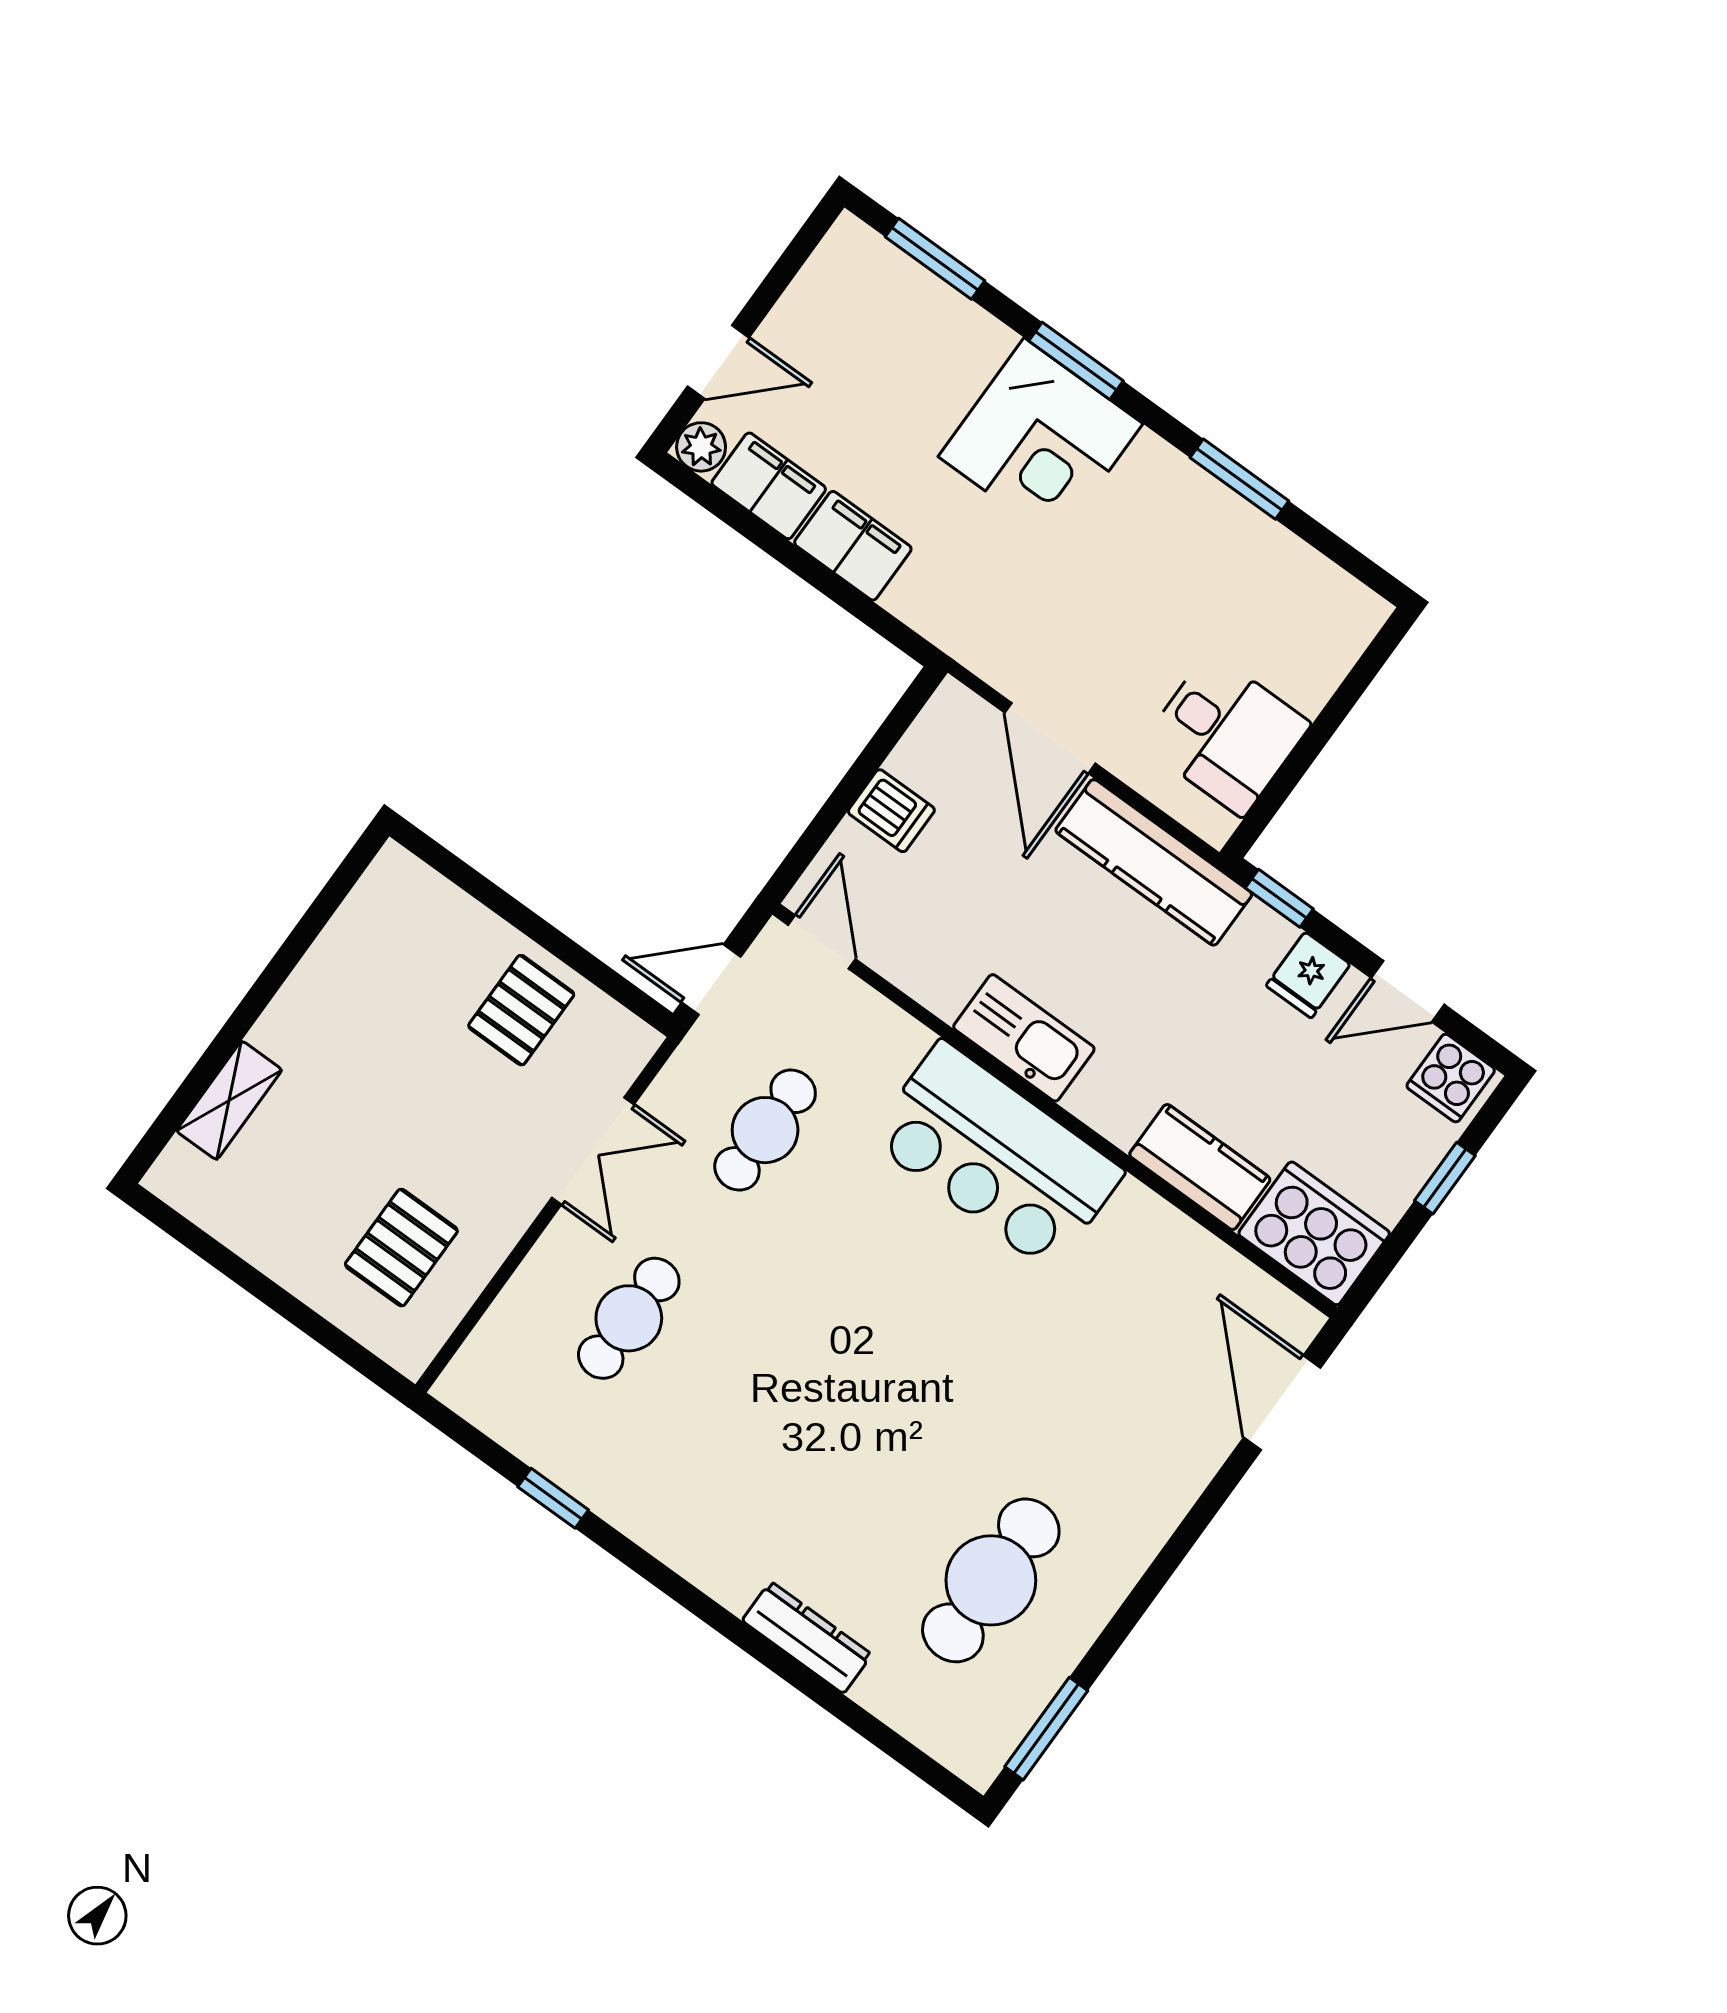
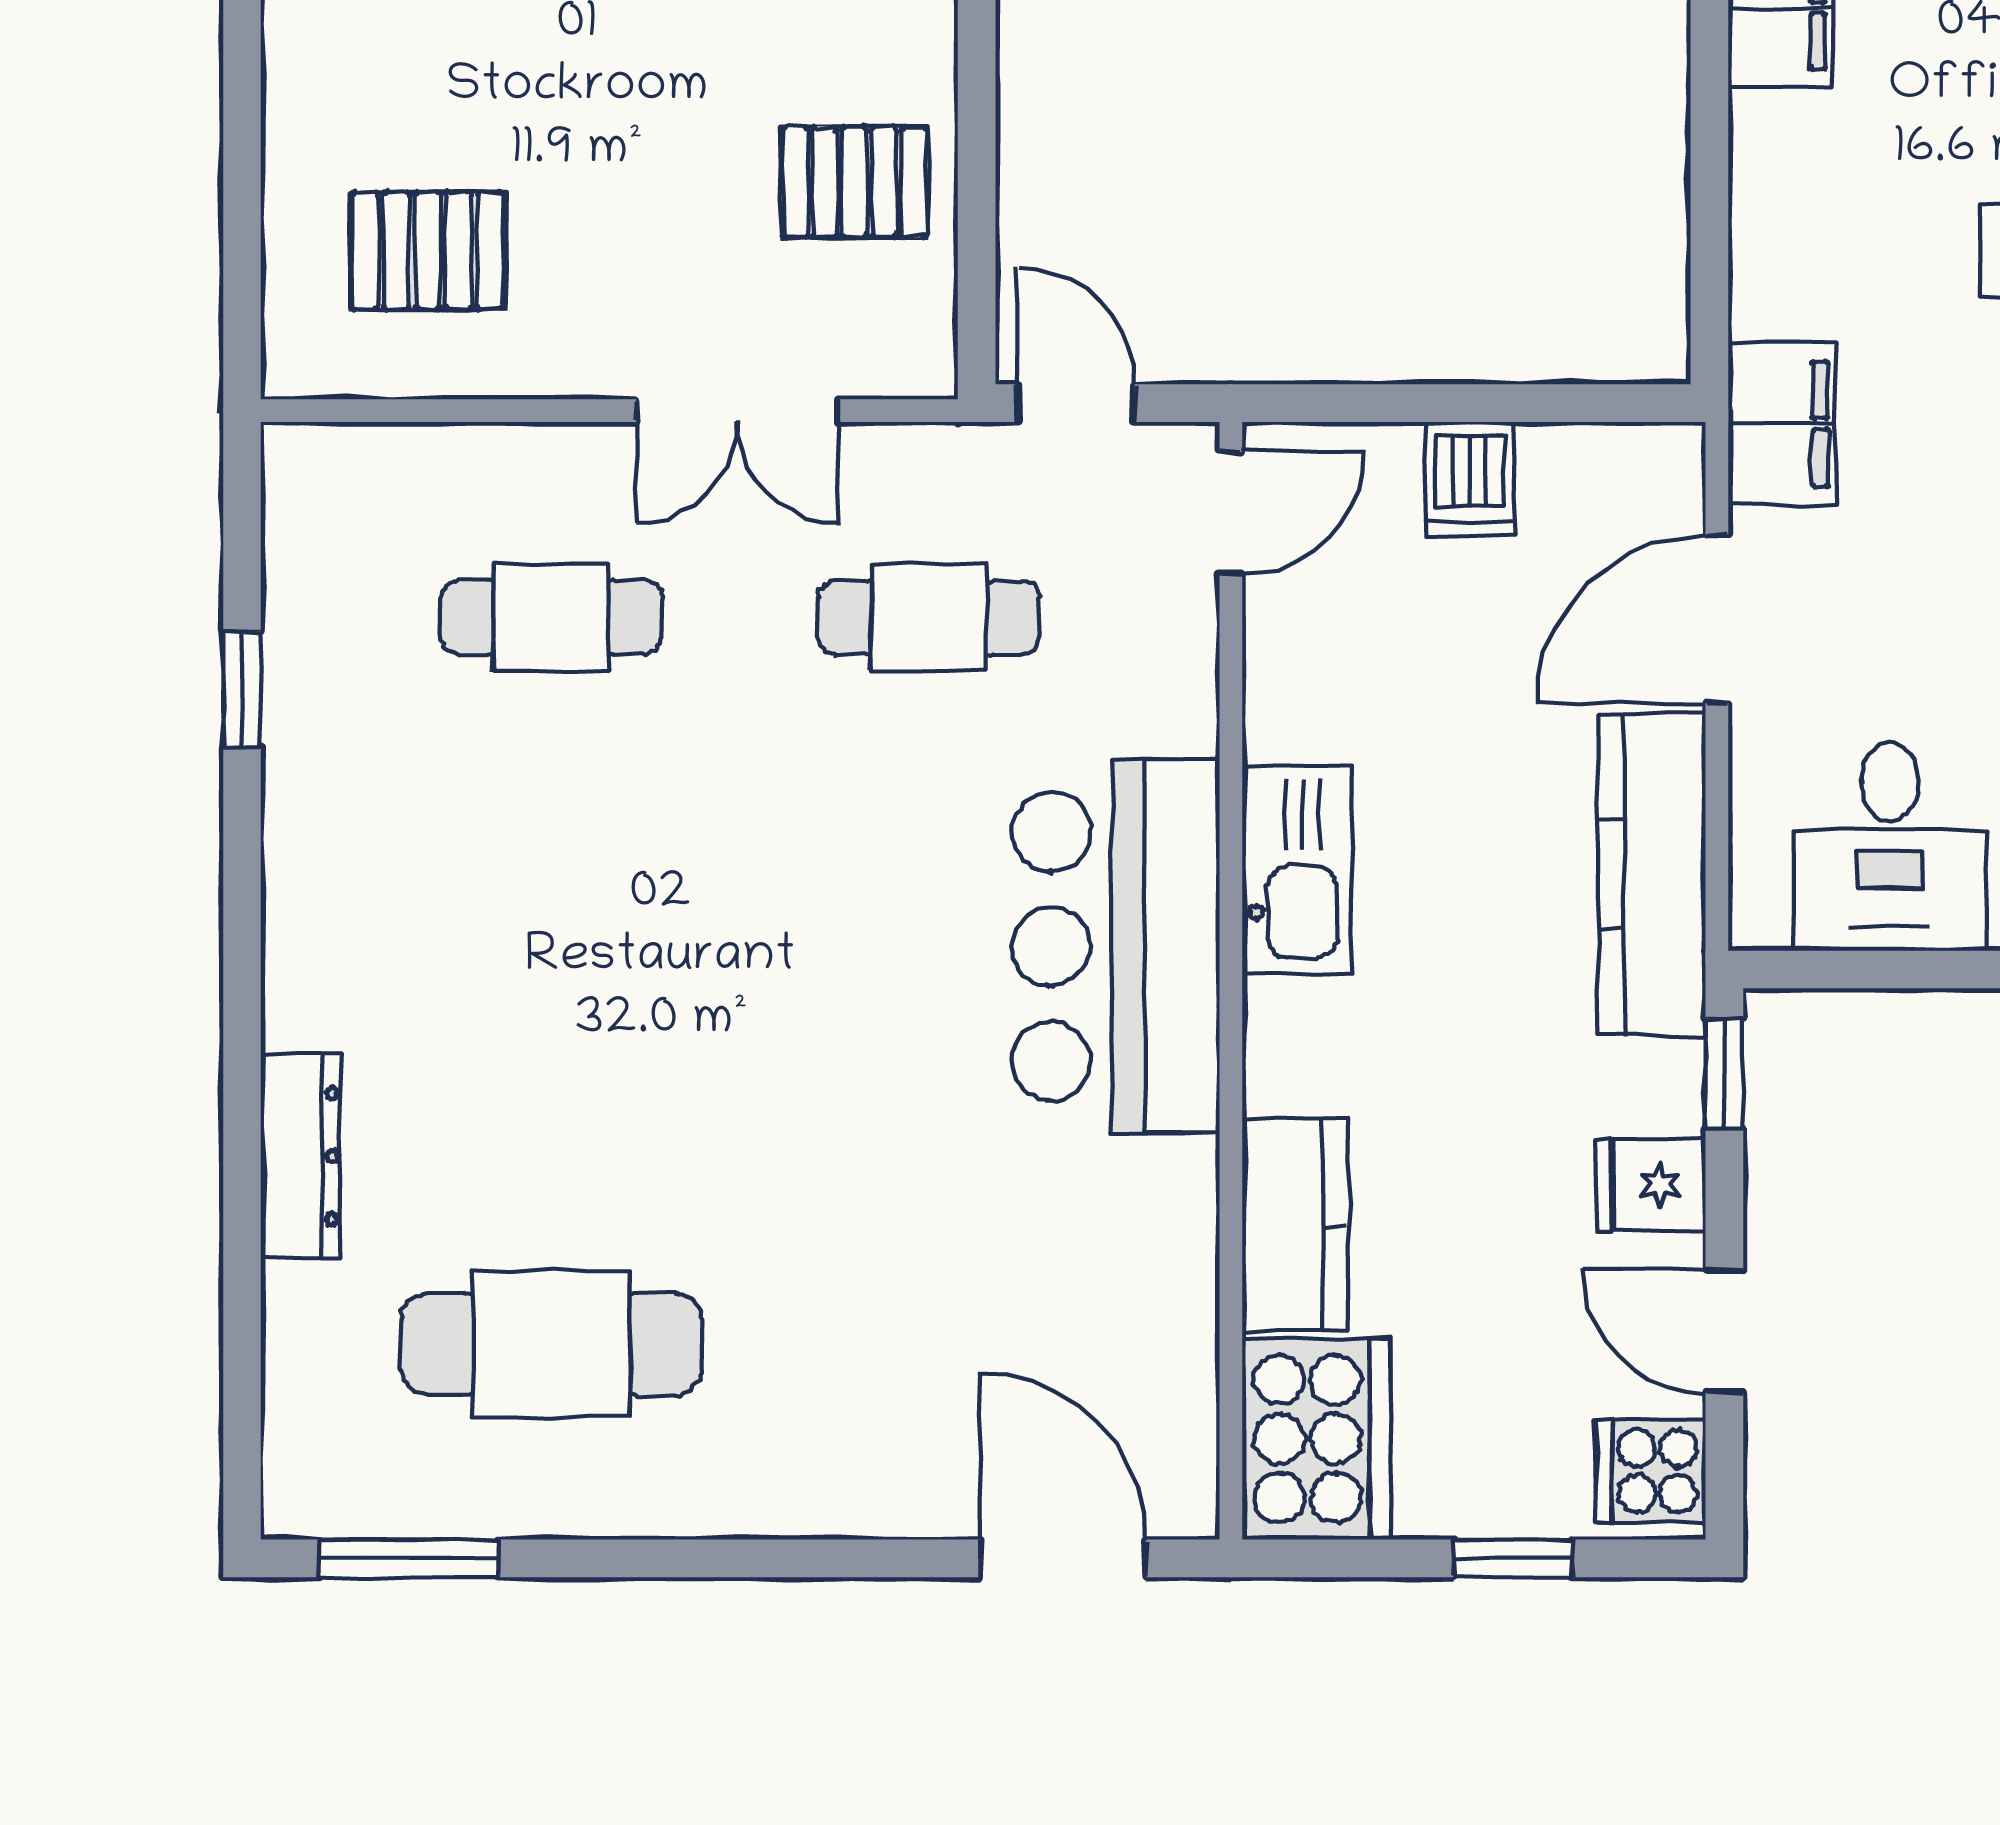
filing cabinet: (853, 546) -> (1782, 424), moved
door: (1282, 1403) -> (1063, 1558), hinge flipped

